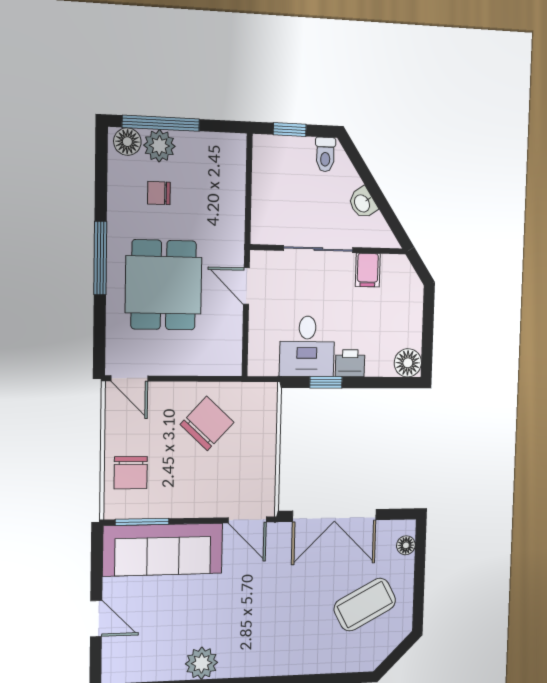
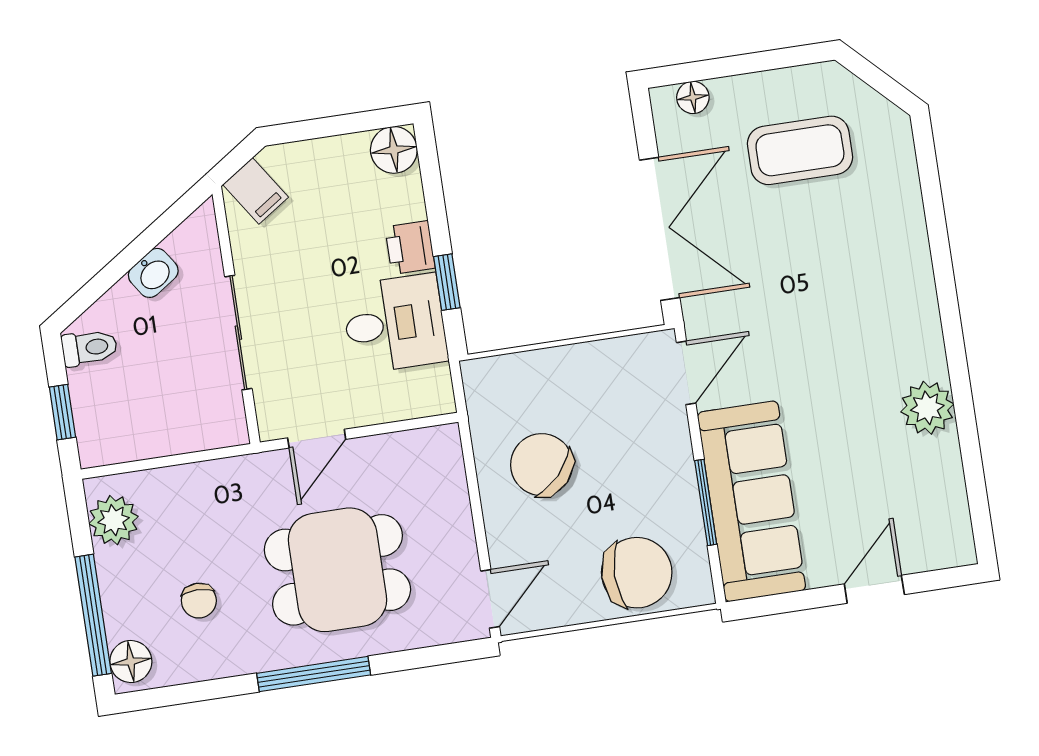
plant: (159, 146) -> (114, 520), moved
filing cabinet: (368, 270) -> (256, 191), moved, turned 56
chair: (131, 473) -> (637, 573), width x1.37, depth x1.37
window: (142, 522) -> (706, 502), moved
coffee table: (365, 605) -> (800, 150), turned -62

